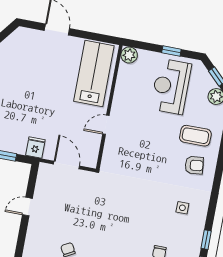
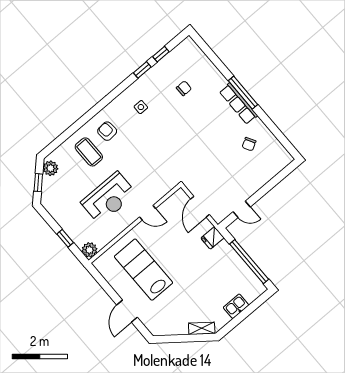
window: (171, 51) -> (65, 238), moved
lab bench: (94, 74) -> (144, 270), moved, turned 90
reception desk: (171, 86) -> (109, 198), moved
door: (27, 207) -> (242, 209), moved

